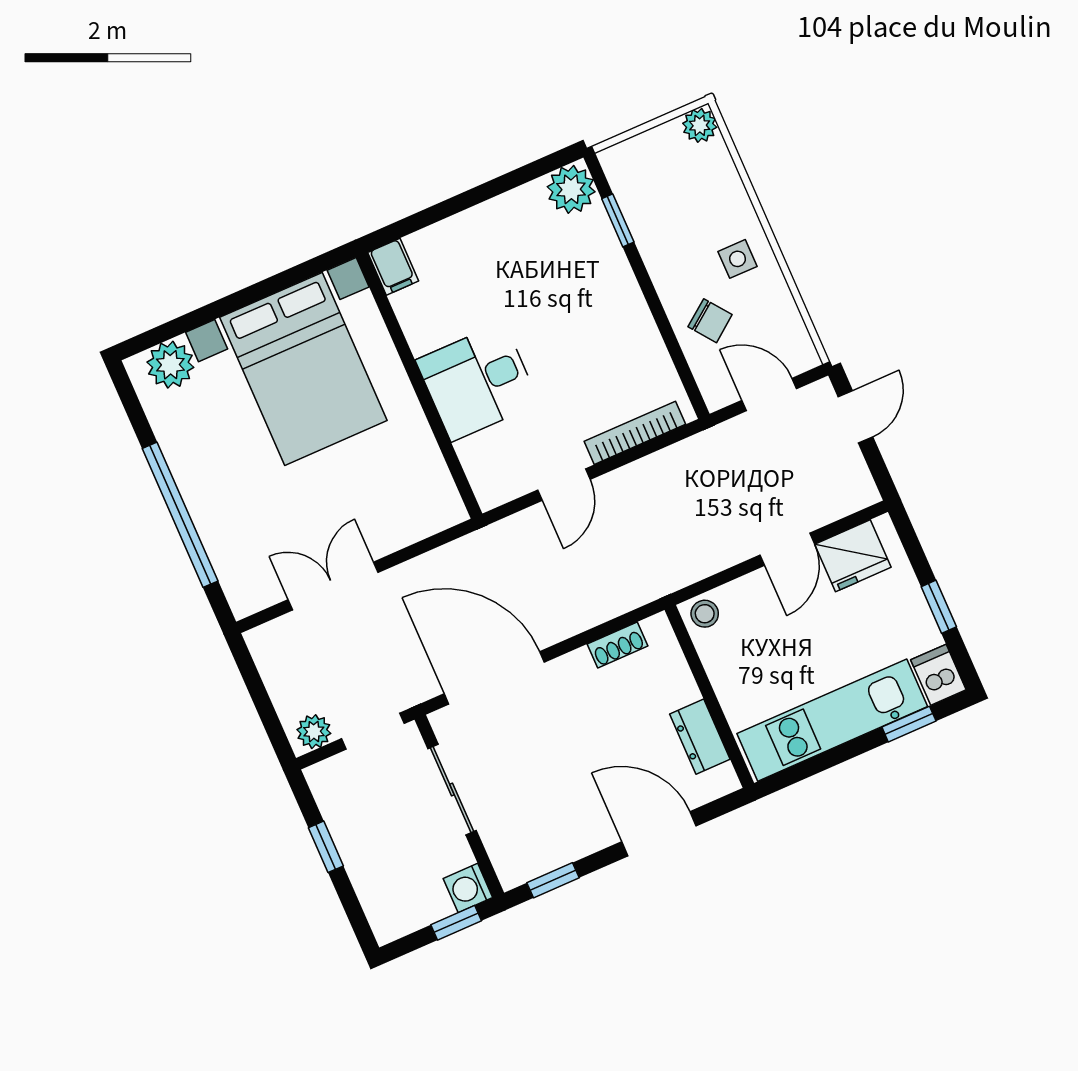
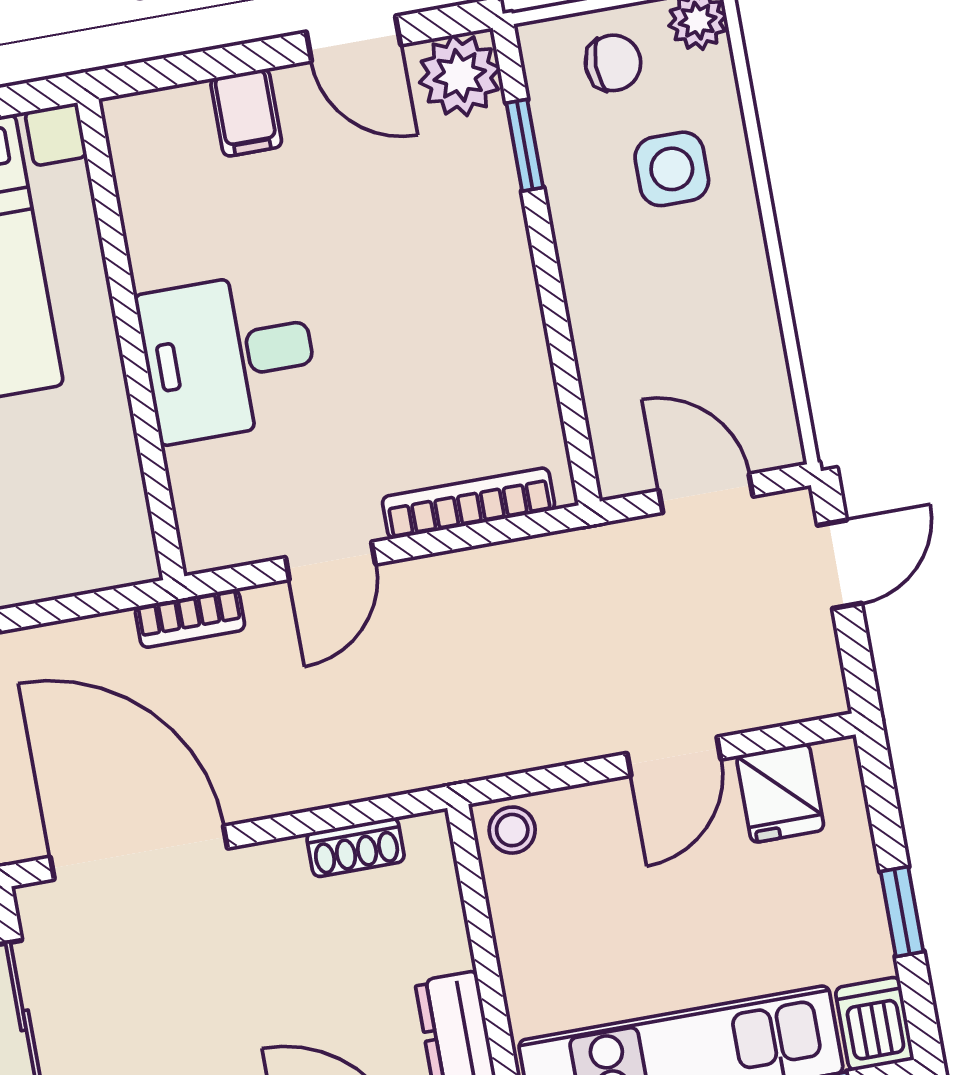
door: (505, 183) -> (354, 39), added
side table: (738, 259) -> (672, 169), moved, width x1.37, depth x1.37
filing cabinet: (393, 267) -> (246, 113), moved
chair: (710, 321) -> (613, 63), moved, turned -53
bookcase: (491, 537) -> (190, 618), added
fridge: (853, 556) -> (780, 793), width x0.72

